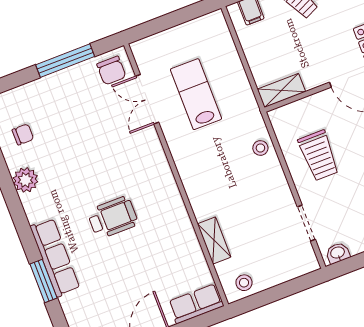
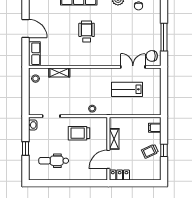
shelving: (281, 90) -> (114, 139), moved
lab bench: (196, 94) -> (127, 89), turned 180
wheelchair: (113, 217) -> (87, 32), turned 180

